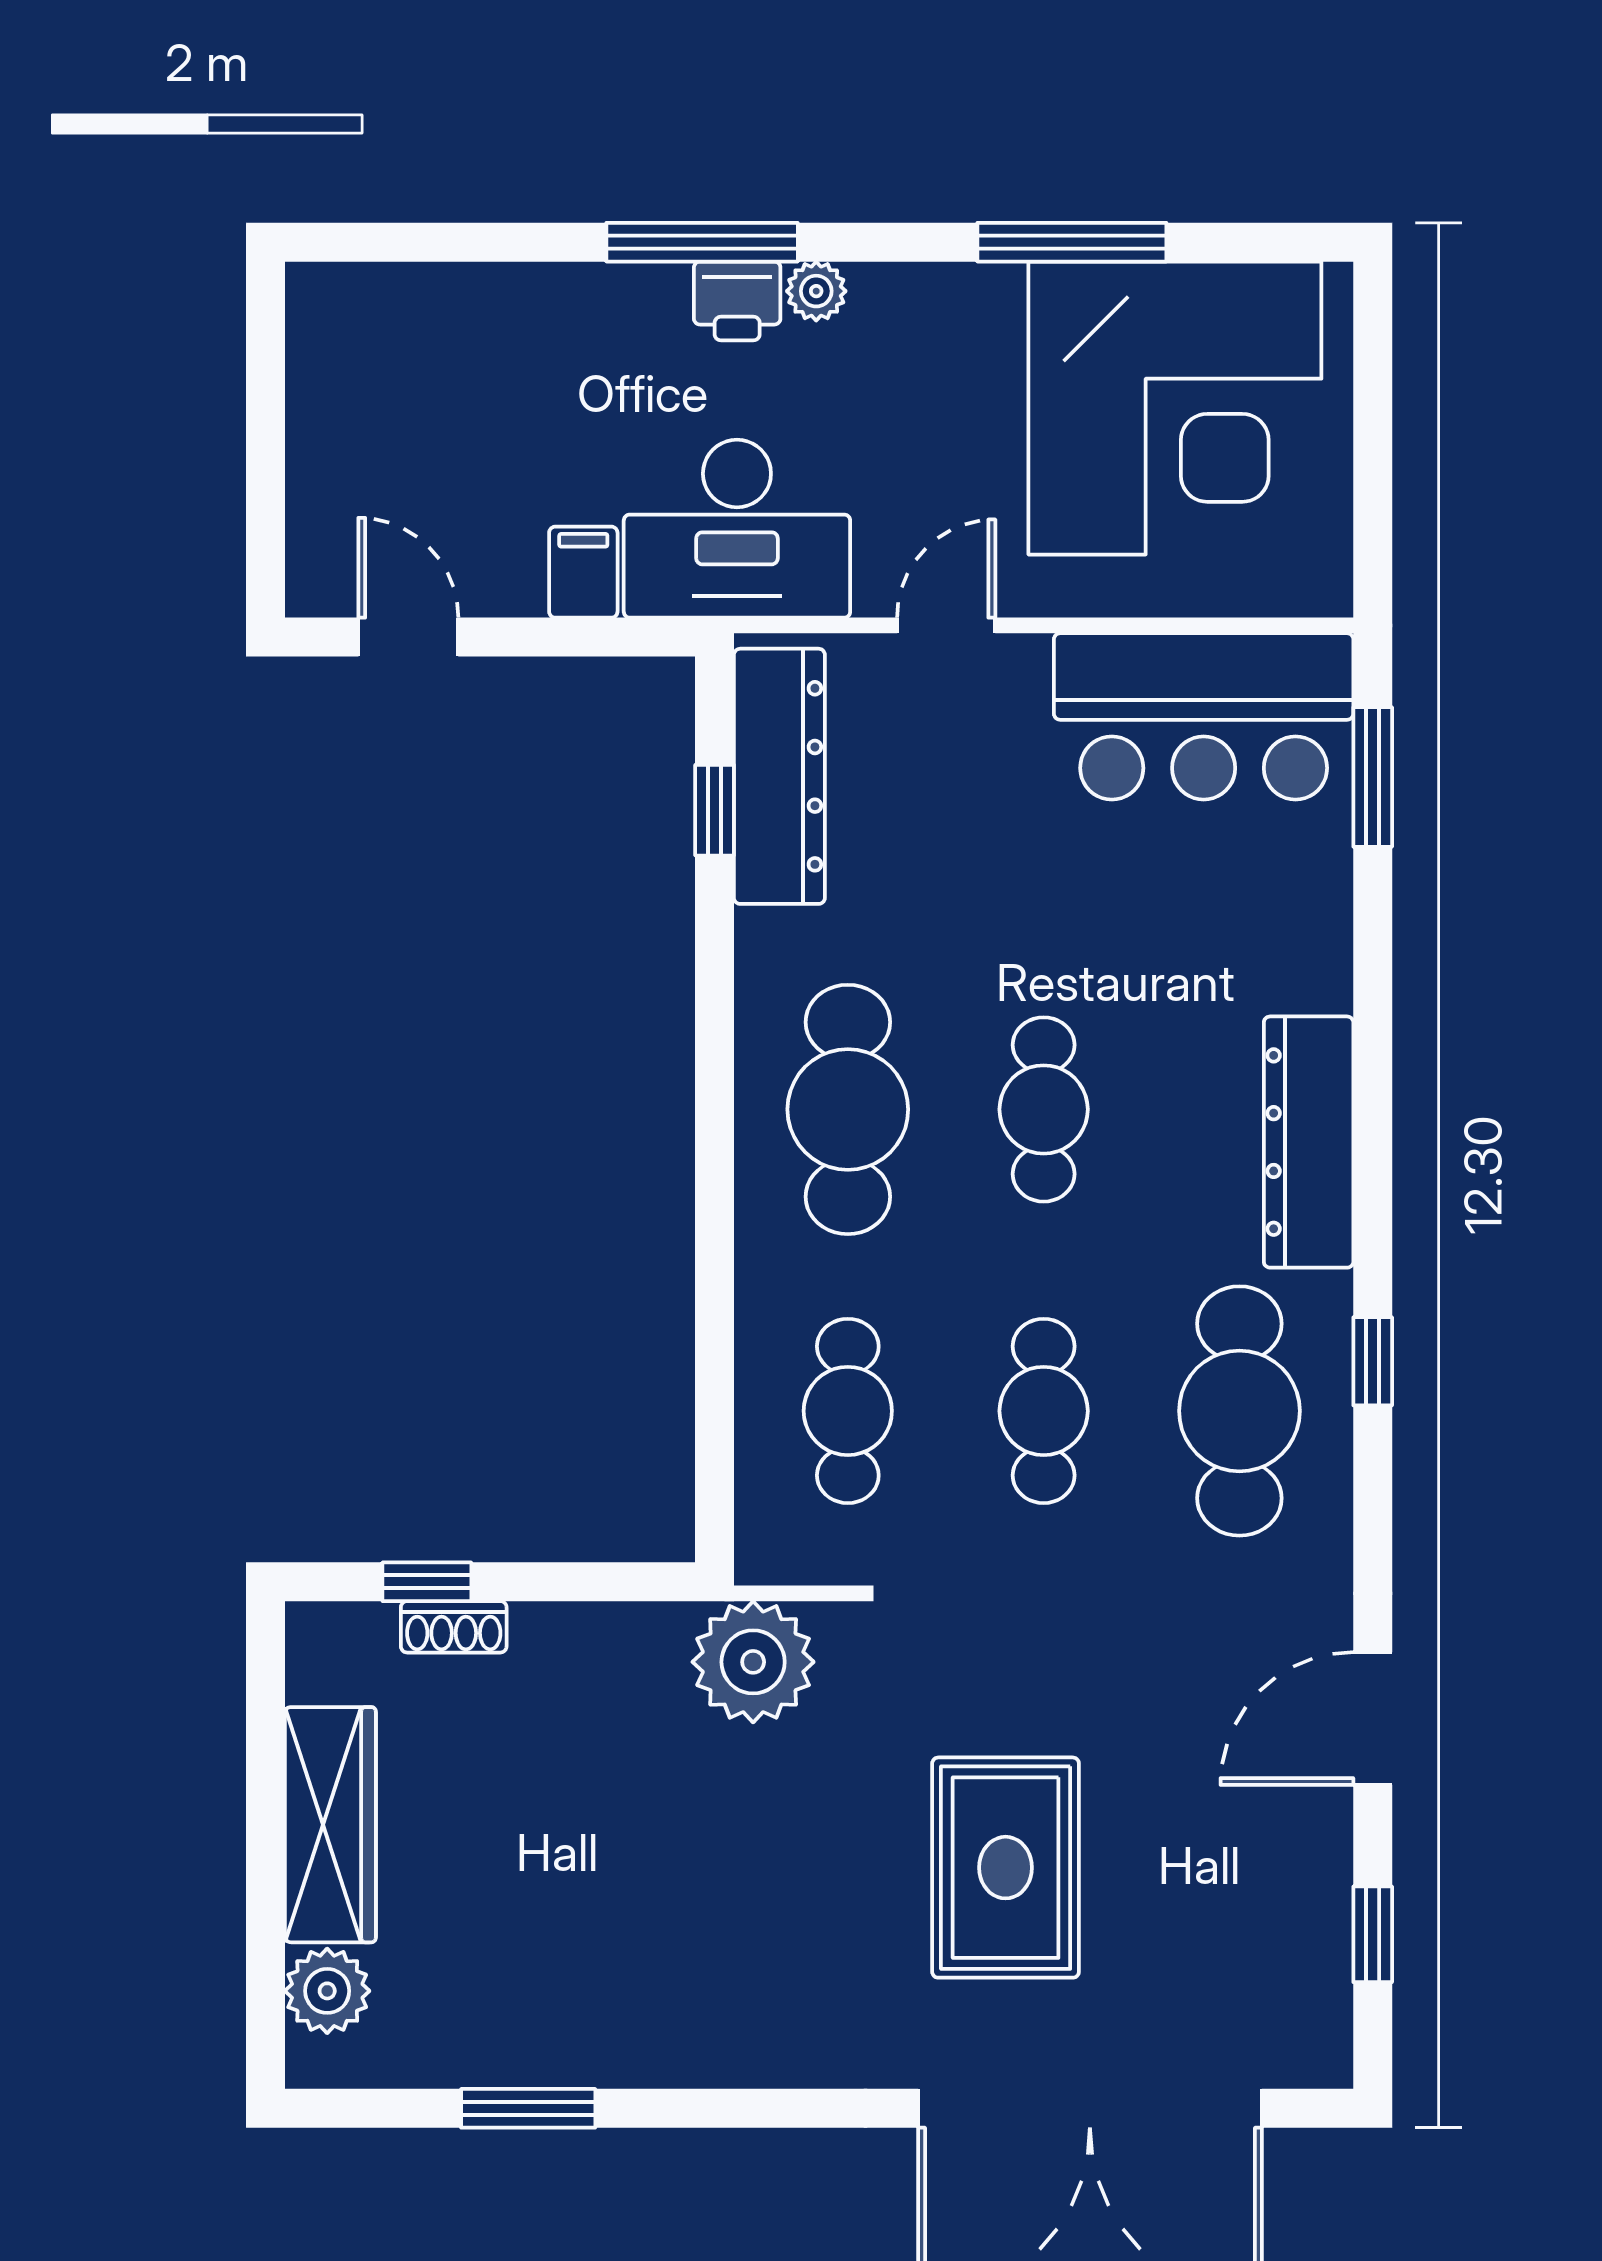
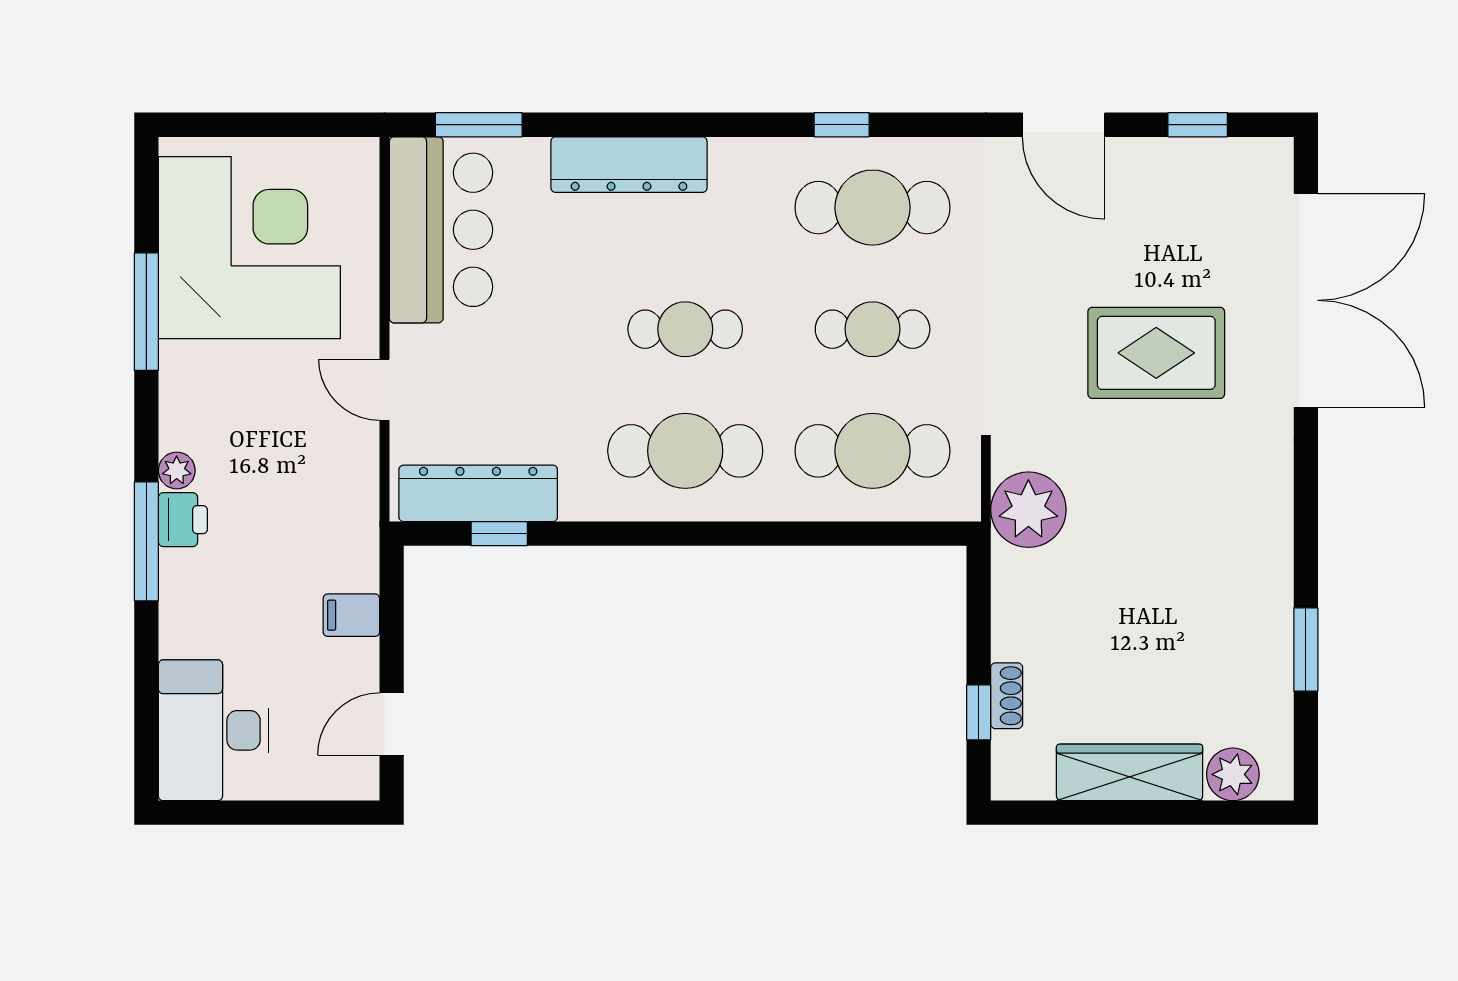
desk: (737, 529) -> (214, 730), moved, turned 180
dresser: (1309, 1142) -> (629, 165), moved
cafe table: (848, 1411) -> (873, 451), width x1.37, depth x1.35

